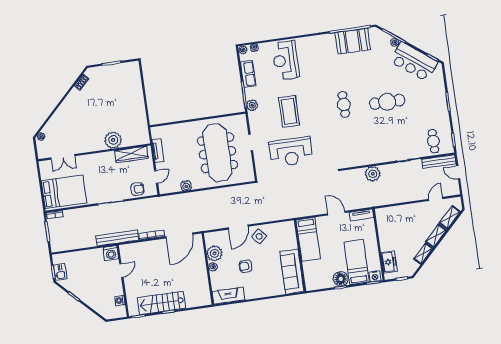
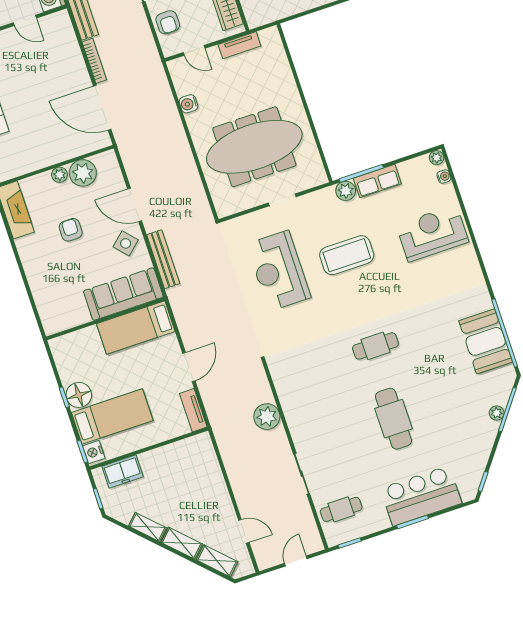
bar counter: (414, 62) -> (421, 496), moved, turned 53
row of seats: (248, 74) -> (377, 181), moved
bench: (439, 161) -> (163, 259), moved
sofa: (292, 271) -> (123, 294), moved

